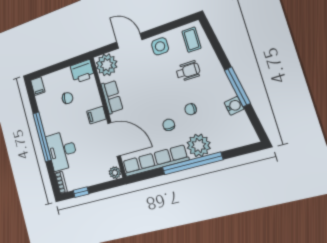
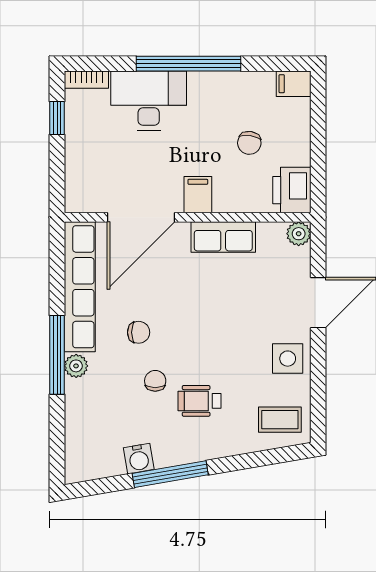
plant: (107, 65) -> (299, 234), width x0.53, depth x0.53
wheelchair: (188, 71) -> (200, 401), moved, turned 90
plant: (199, 145) -> (76, 366), width x0.53, depth x0.53
window: (192, 164) -> (57, 355), width x0.68
plant: (115, 173) -> (77, 201), removed

